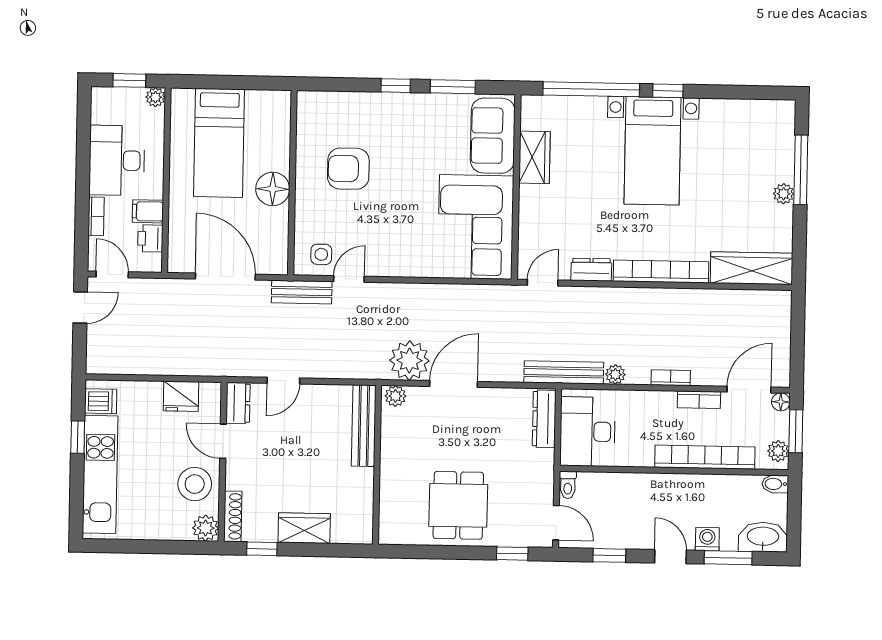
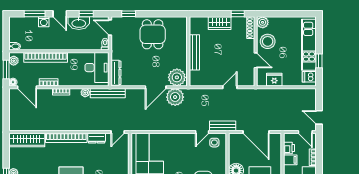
door: (80, 307) -> (319, 117), hinge flipped
door: (749, 390) -> (27, 87), hinge flipped
plant: (395, 396) -> (177, 77), width x1.87, depth x1.87
dresser: (238, 403) -> (249, 77), removed
bench: (364, 426) -> (194, 52), moved
washbasin: (763, 537) -> (79, 23), moved

